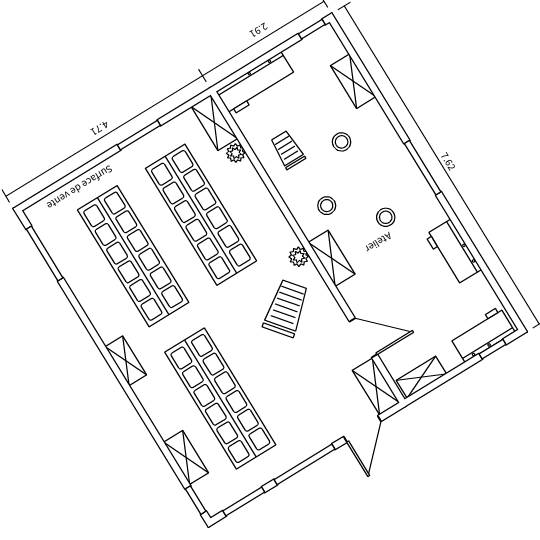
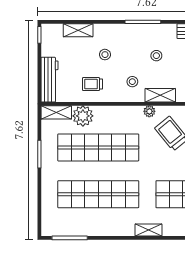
plant: (236, 153) -> (83, 116), width x1.88, depth x1.88

